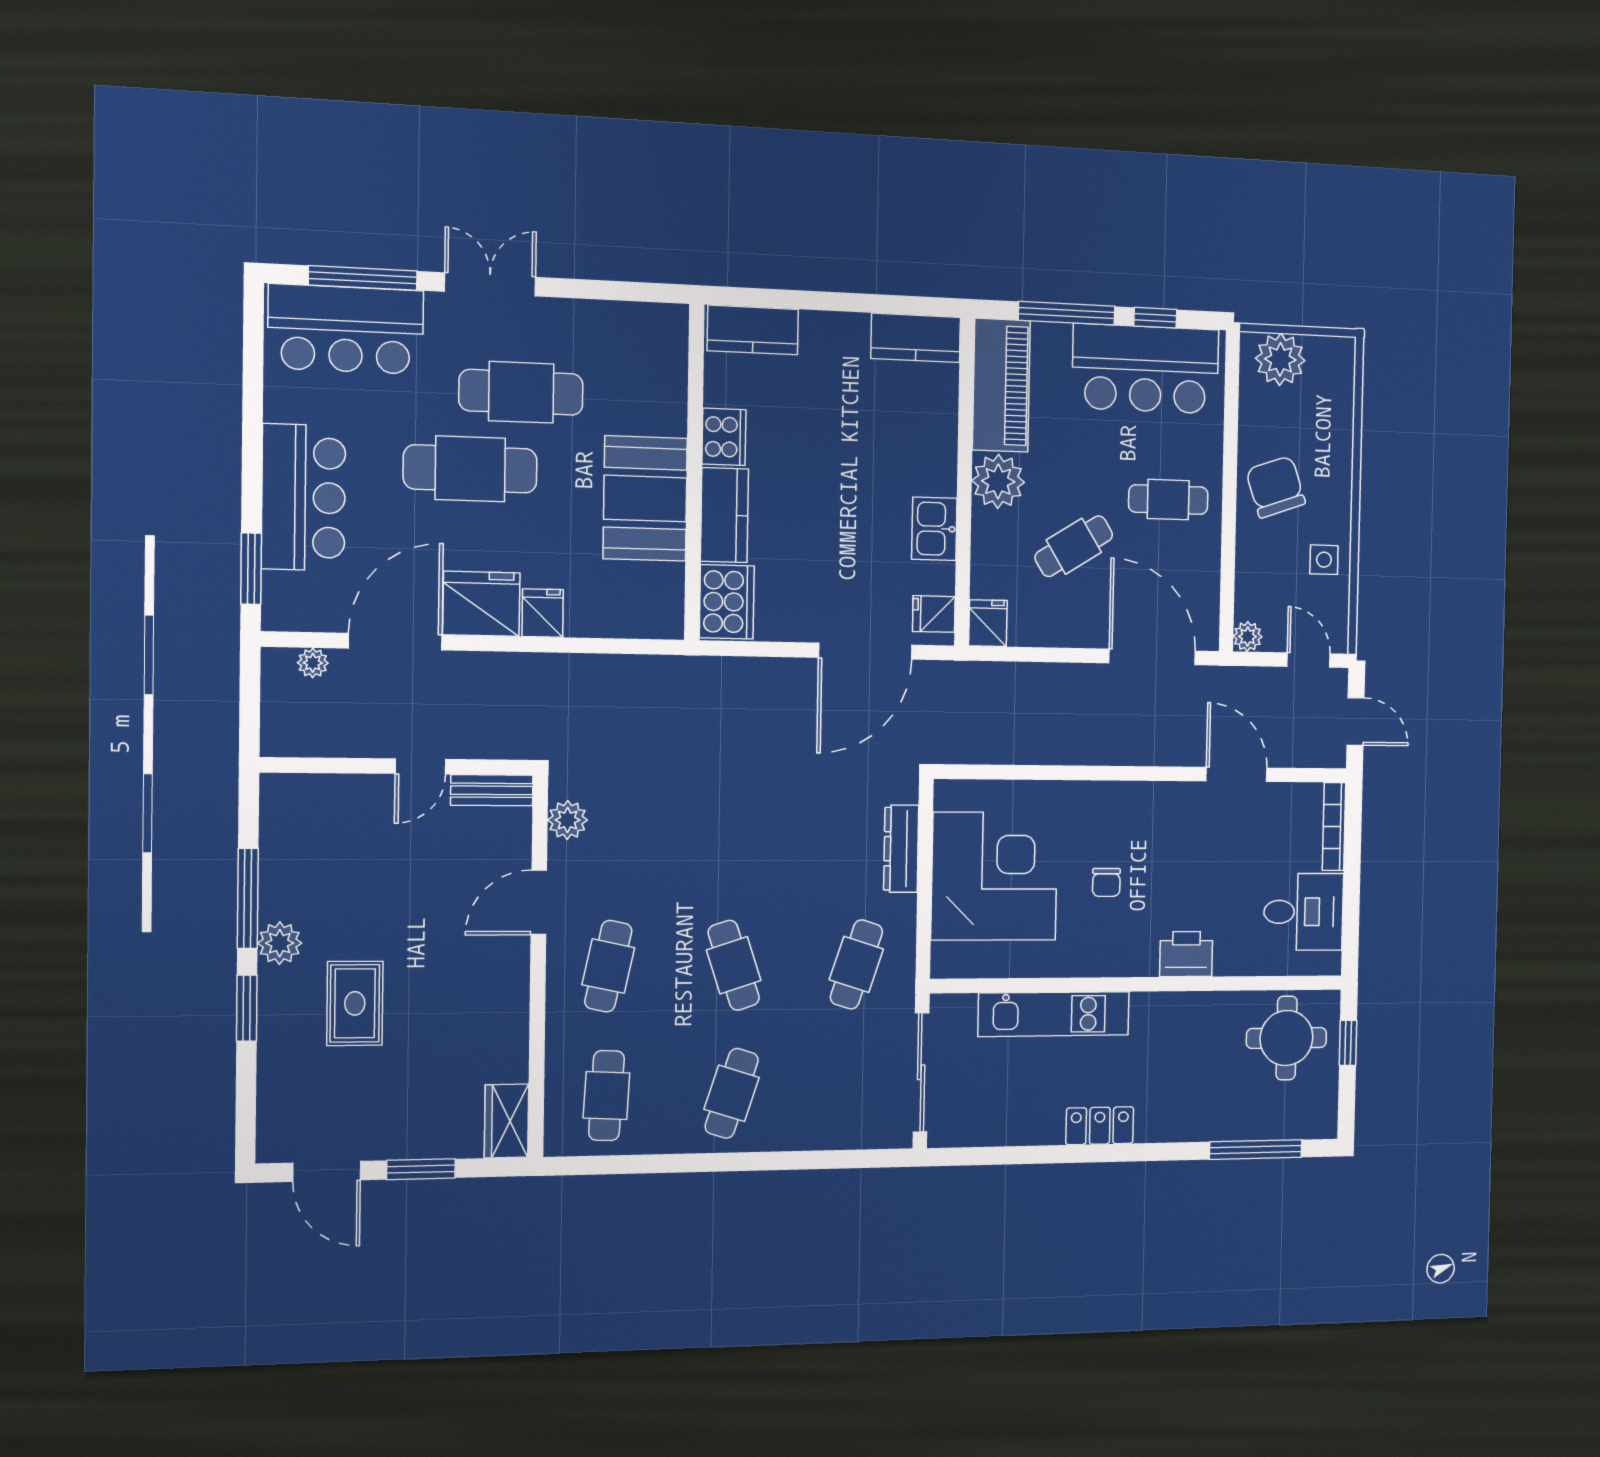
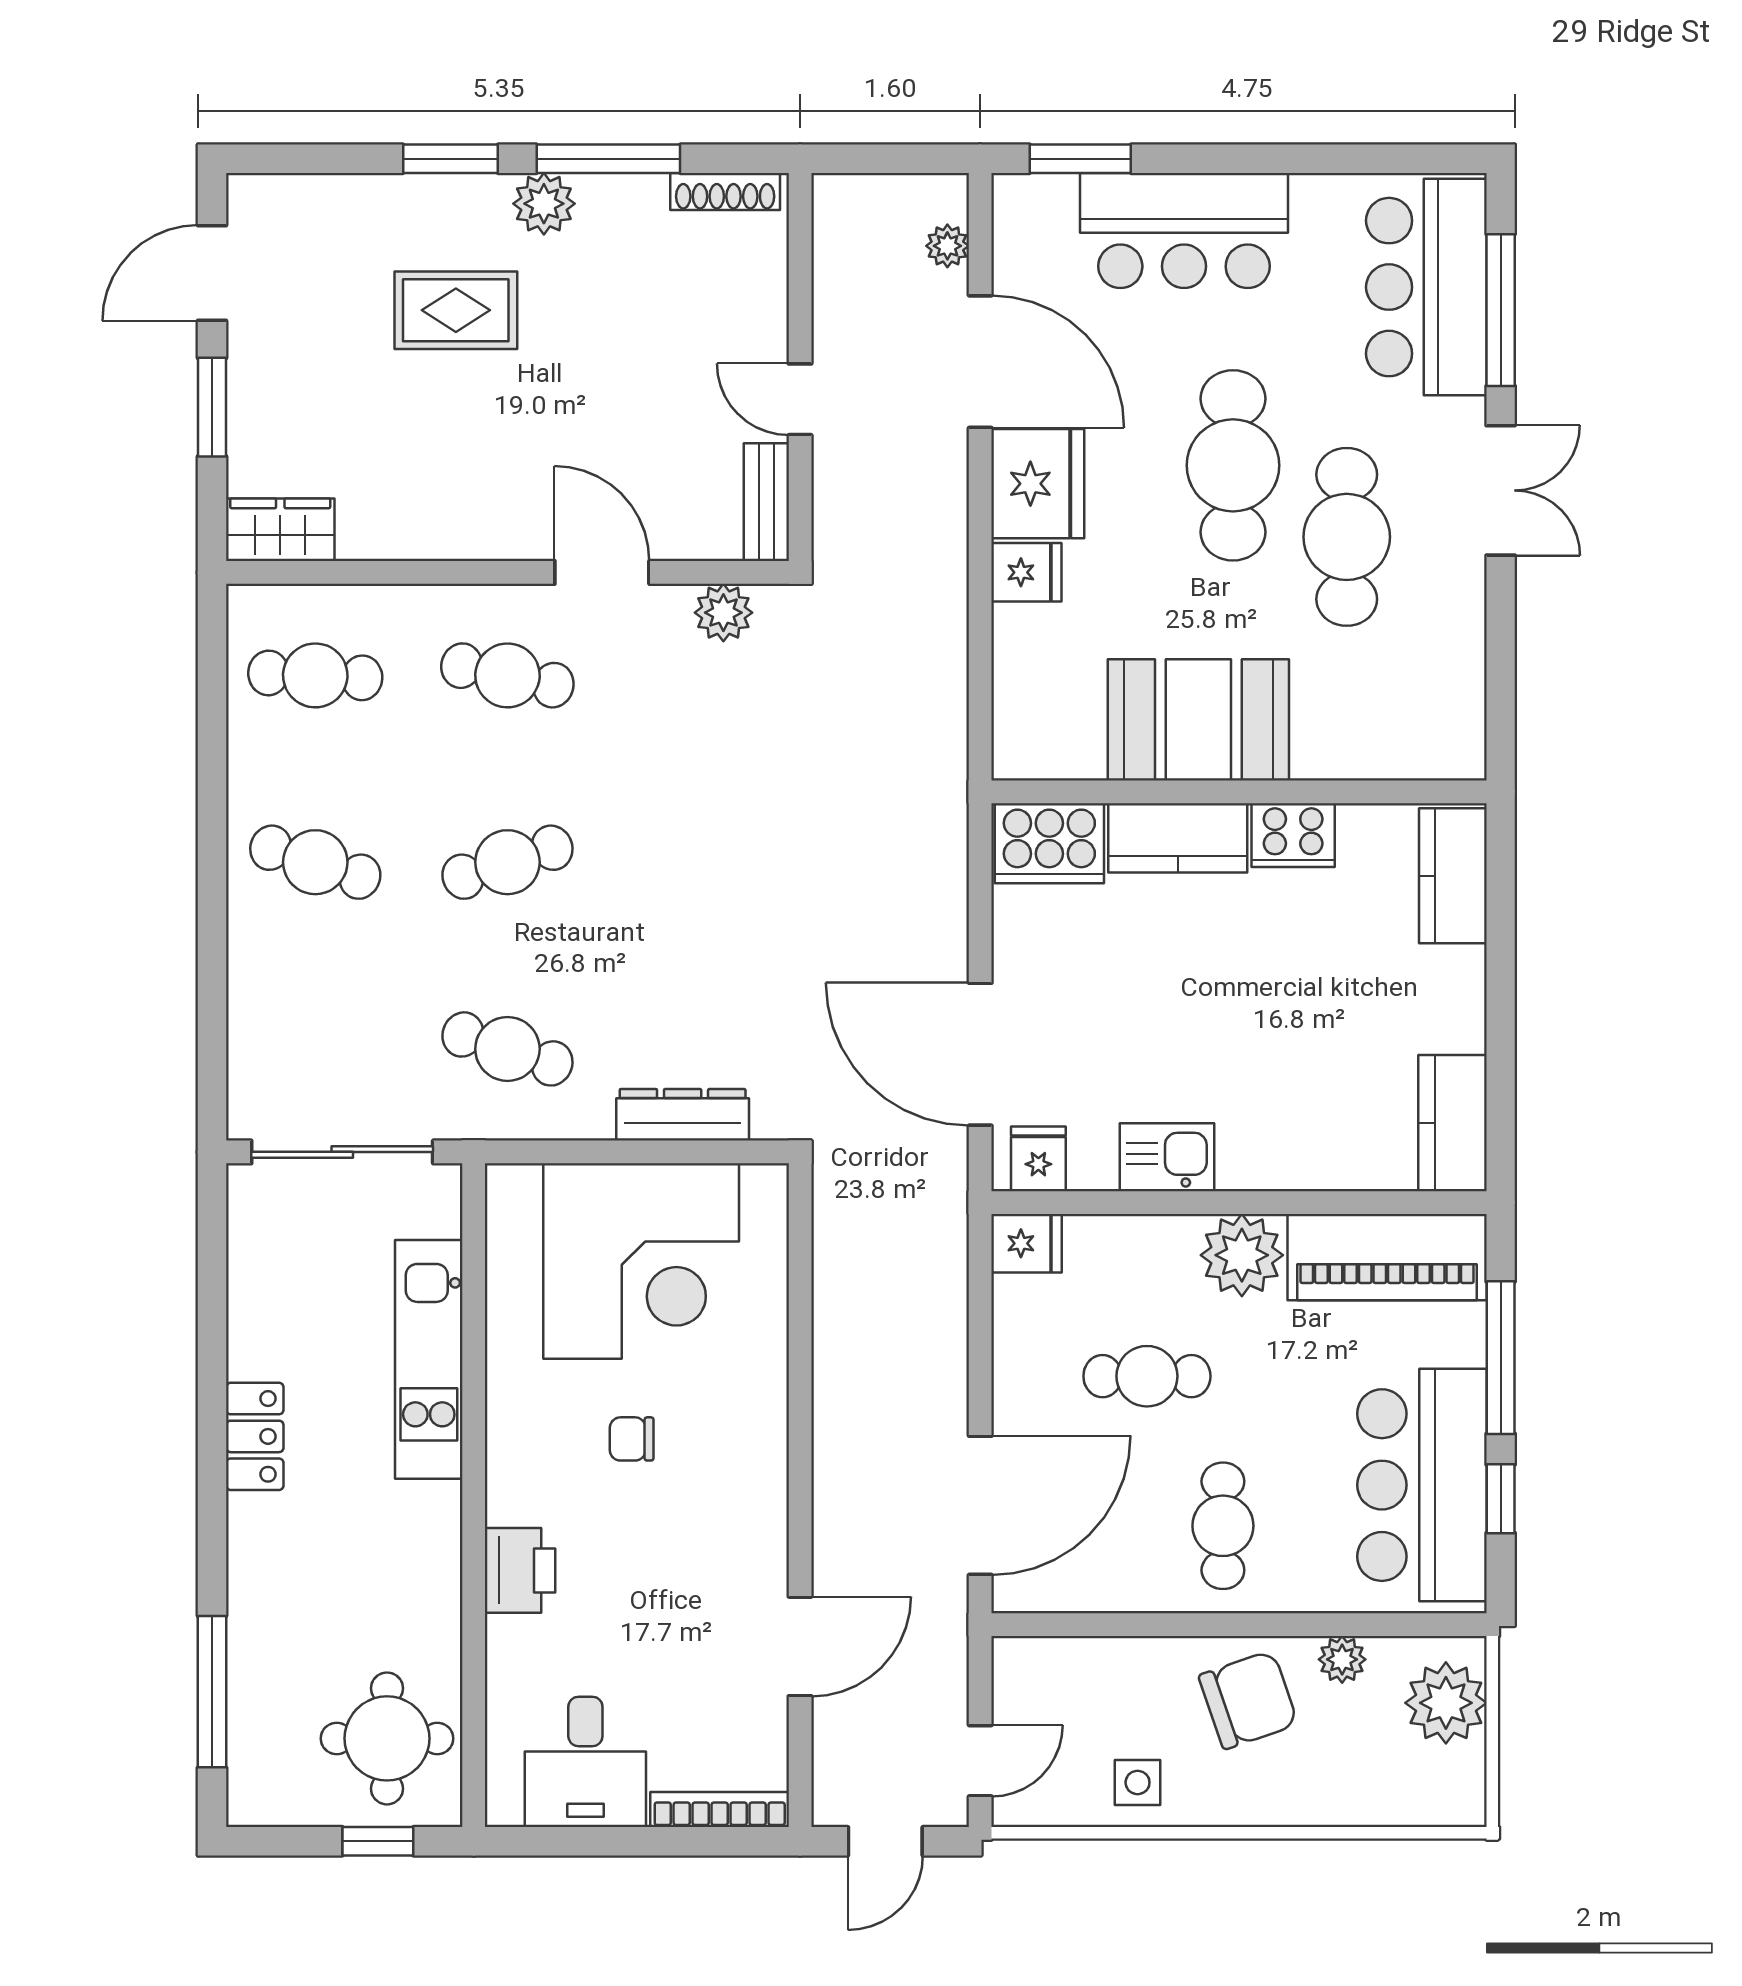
cafe table: (1074, 546) -> (1147, 1376), turned -58
plant: (1248, 636) -> (1342, 1659), moved
shoe rack: (272, 817) -> (725, 191), added

